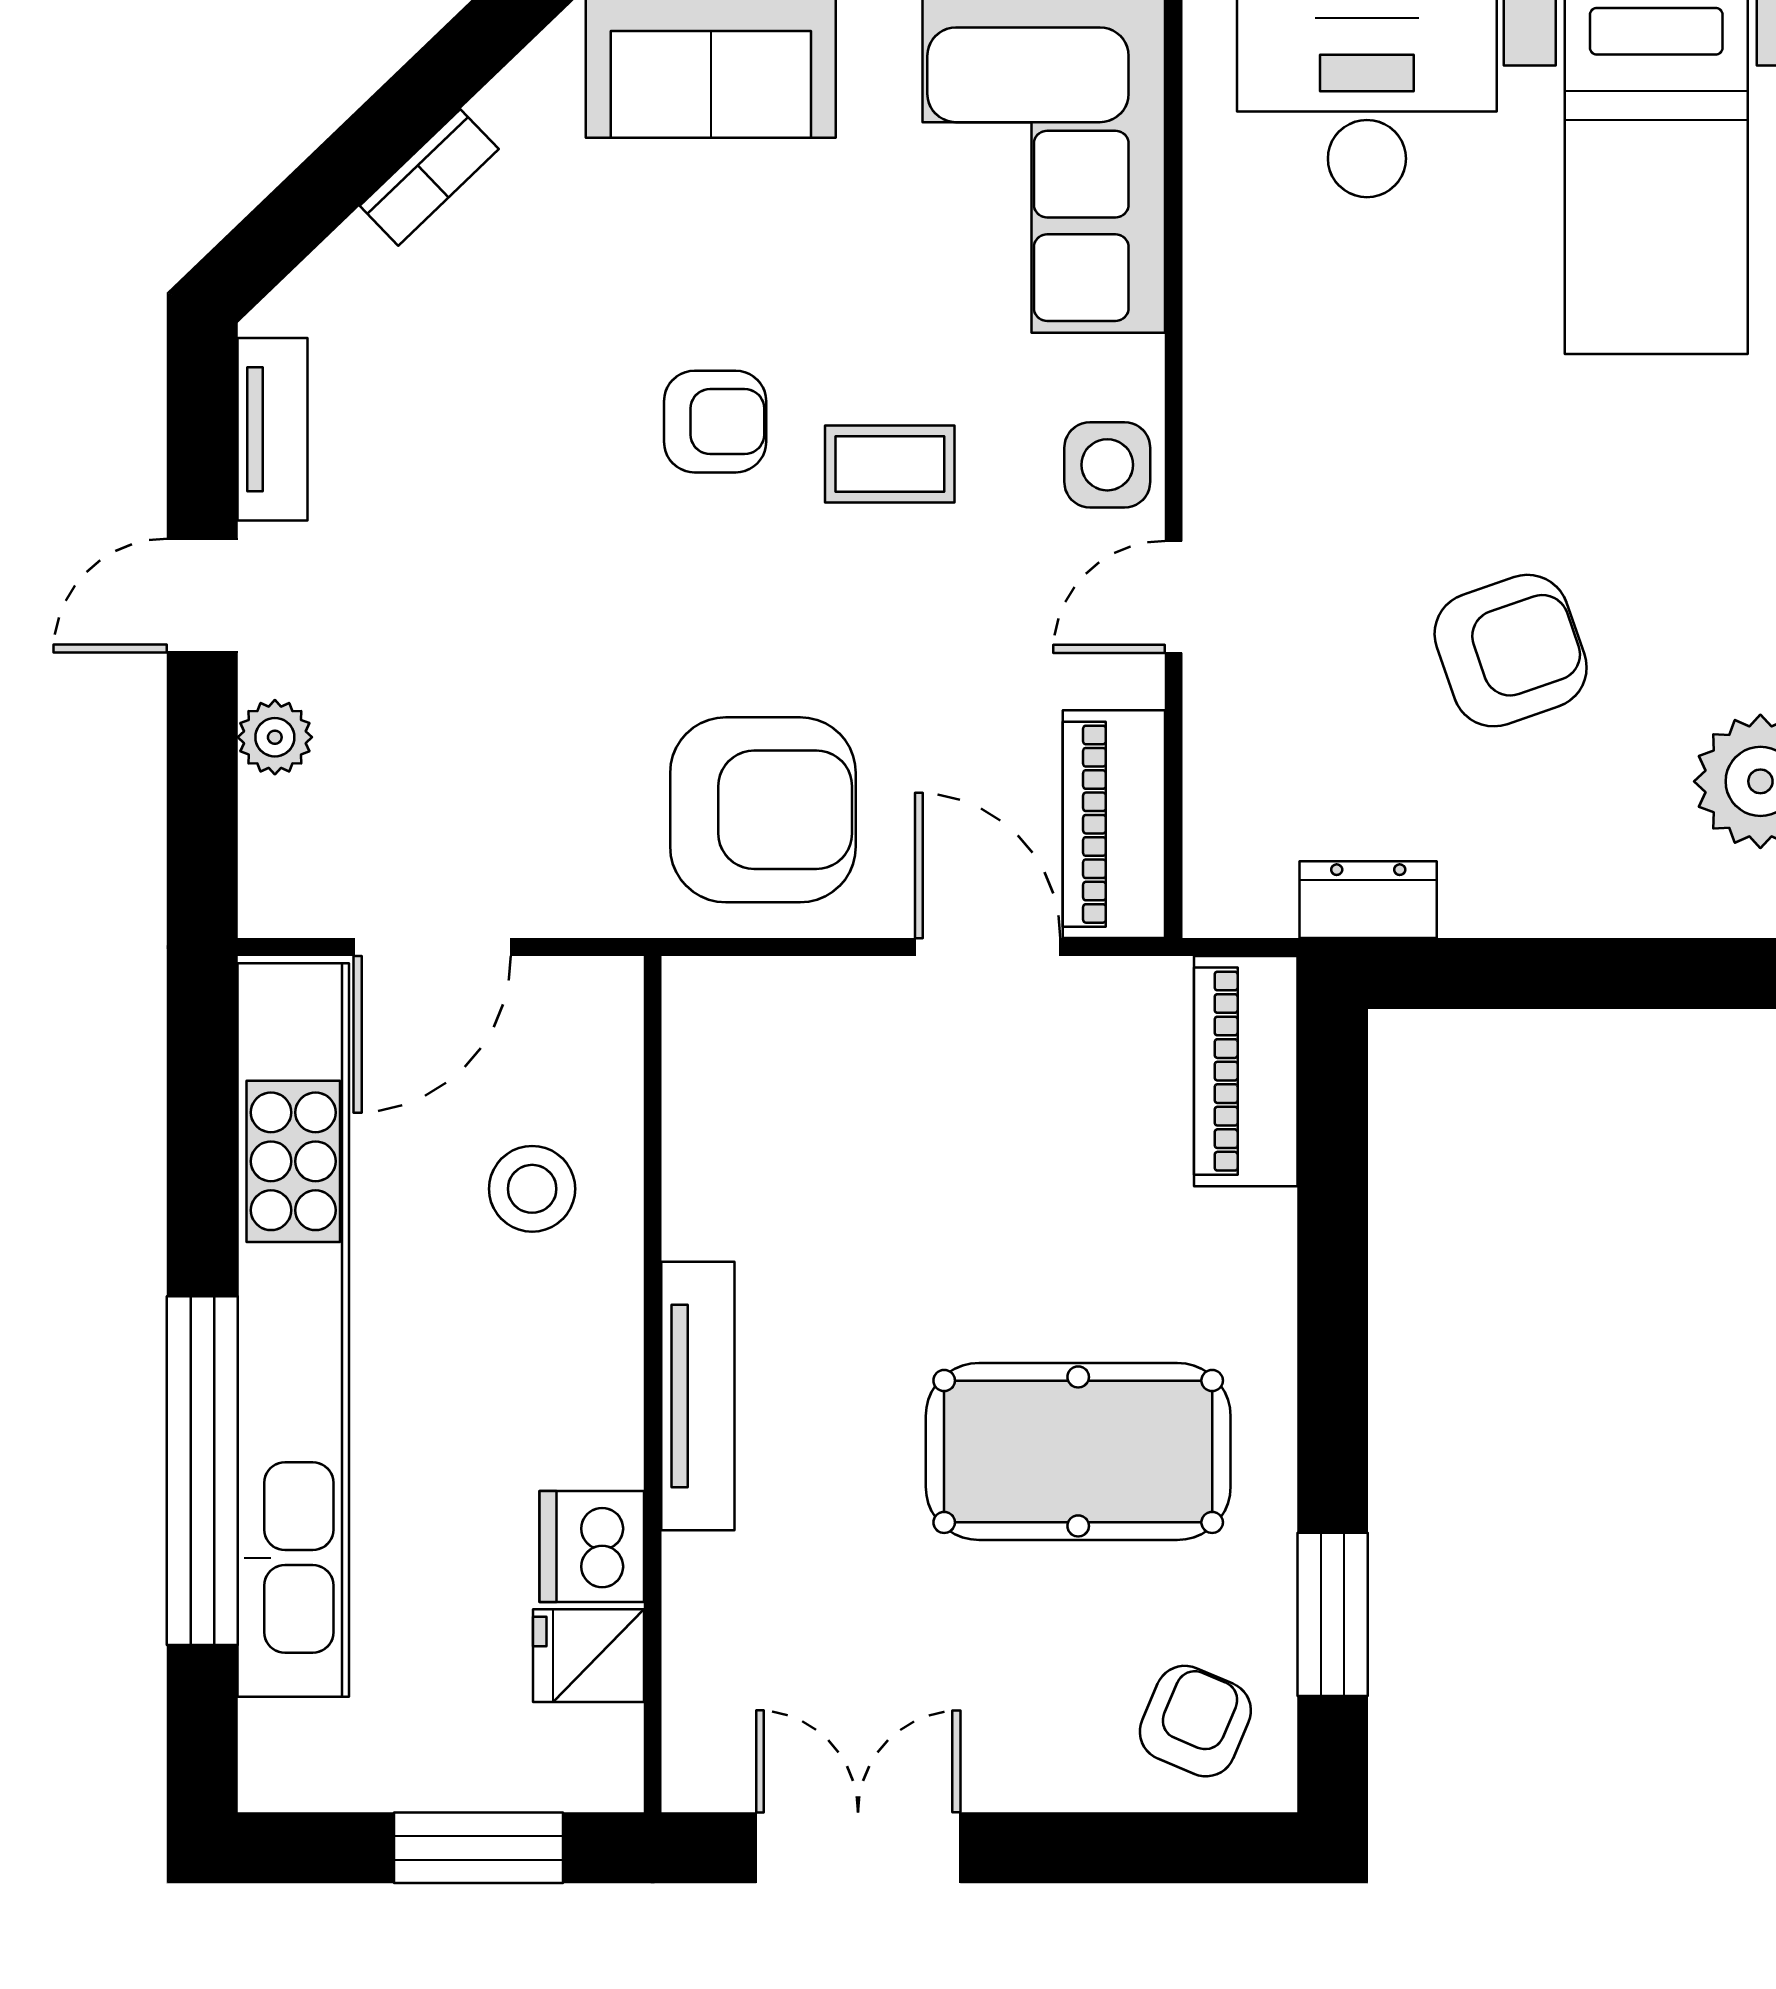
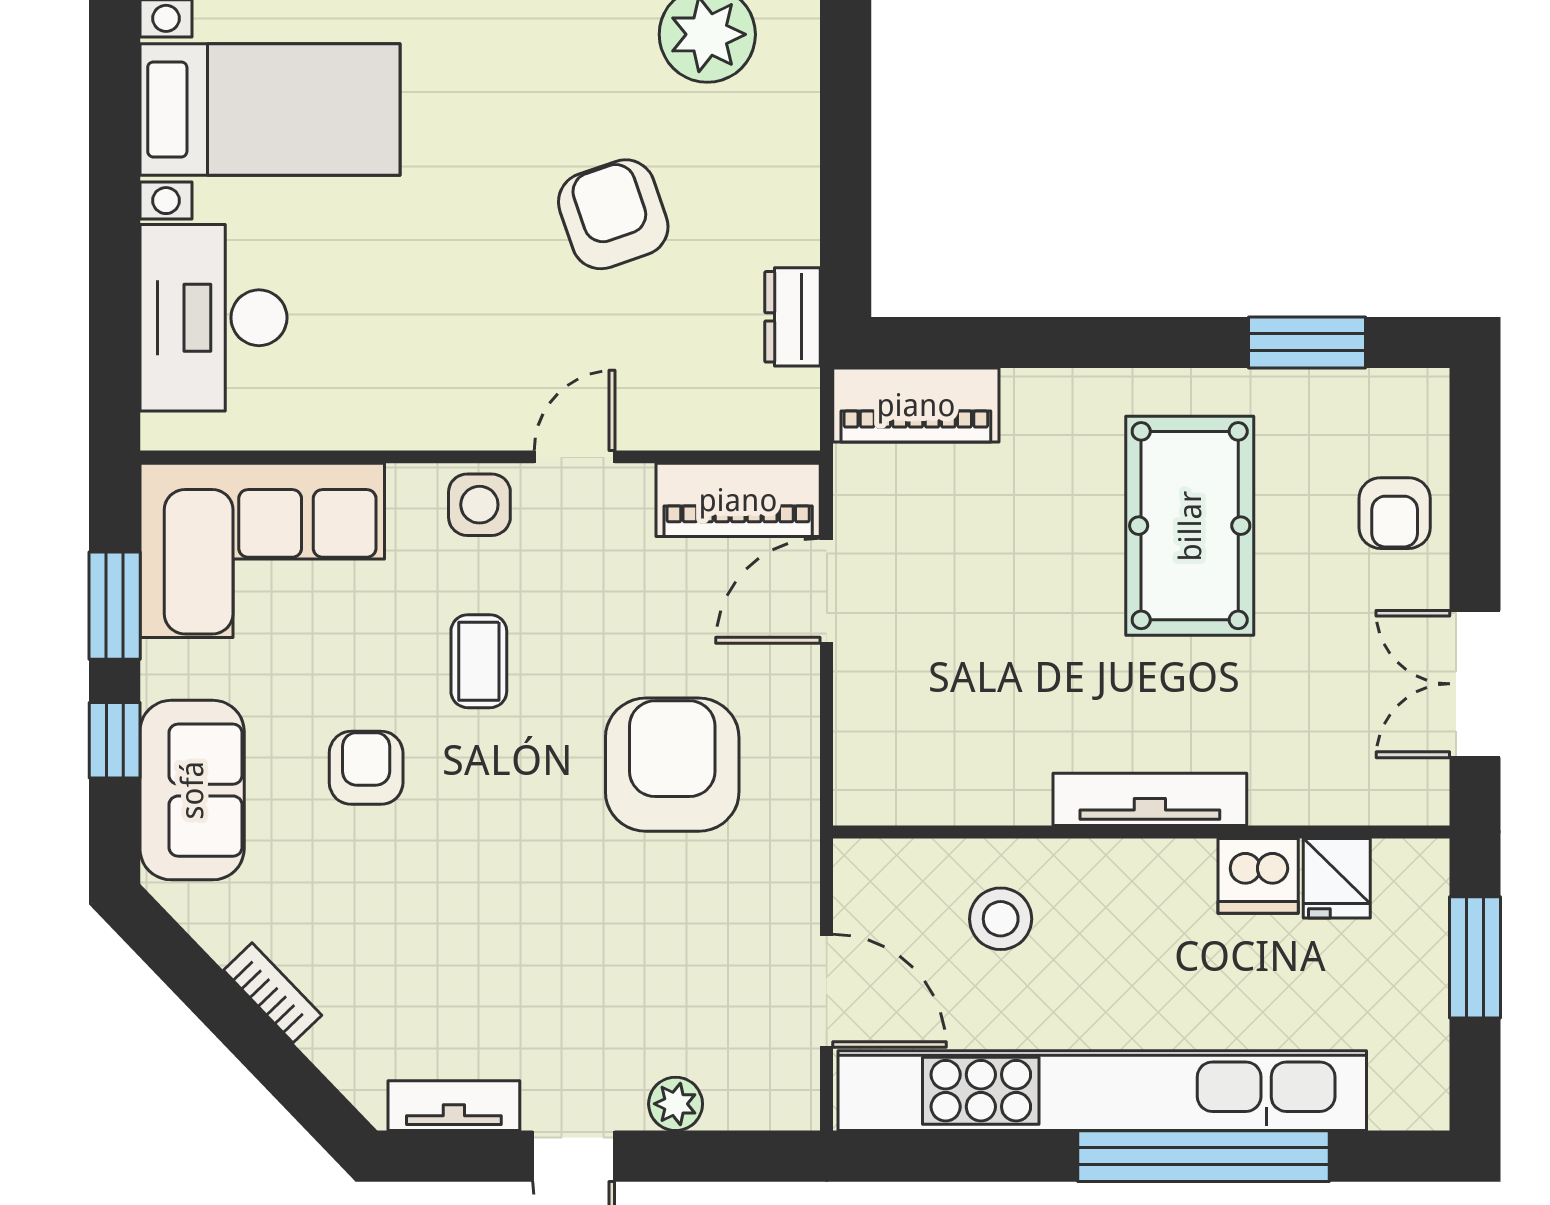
armchair: (715, 422) -> (366, 768), moved
door: (1174, 597) -> (575, 457), swing flipped
armchair: (763, 810) -> (672, 765), moved
armchair: (1195, 1721) -> (1395, 513), moved, turned -113

